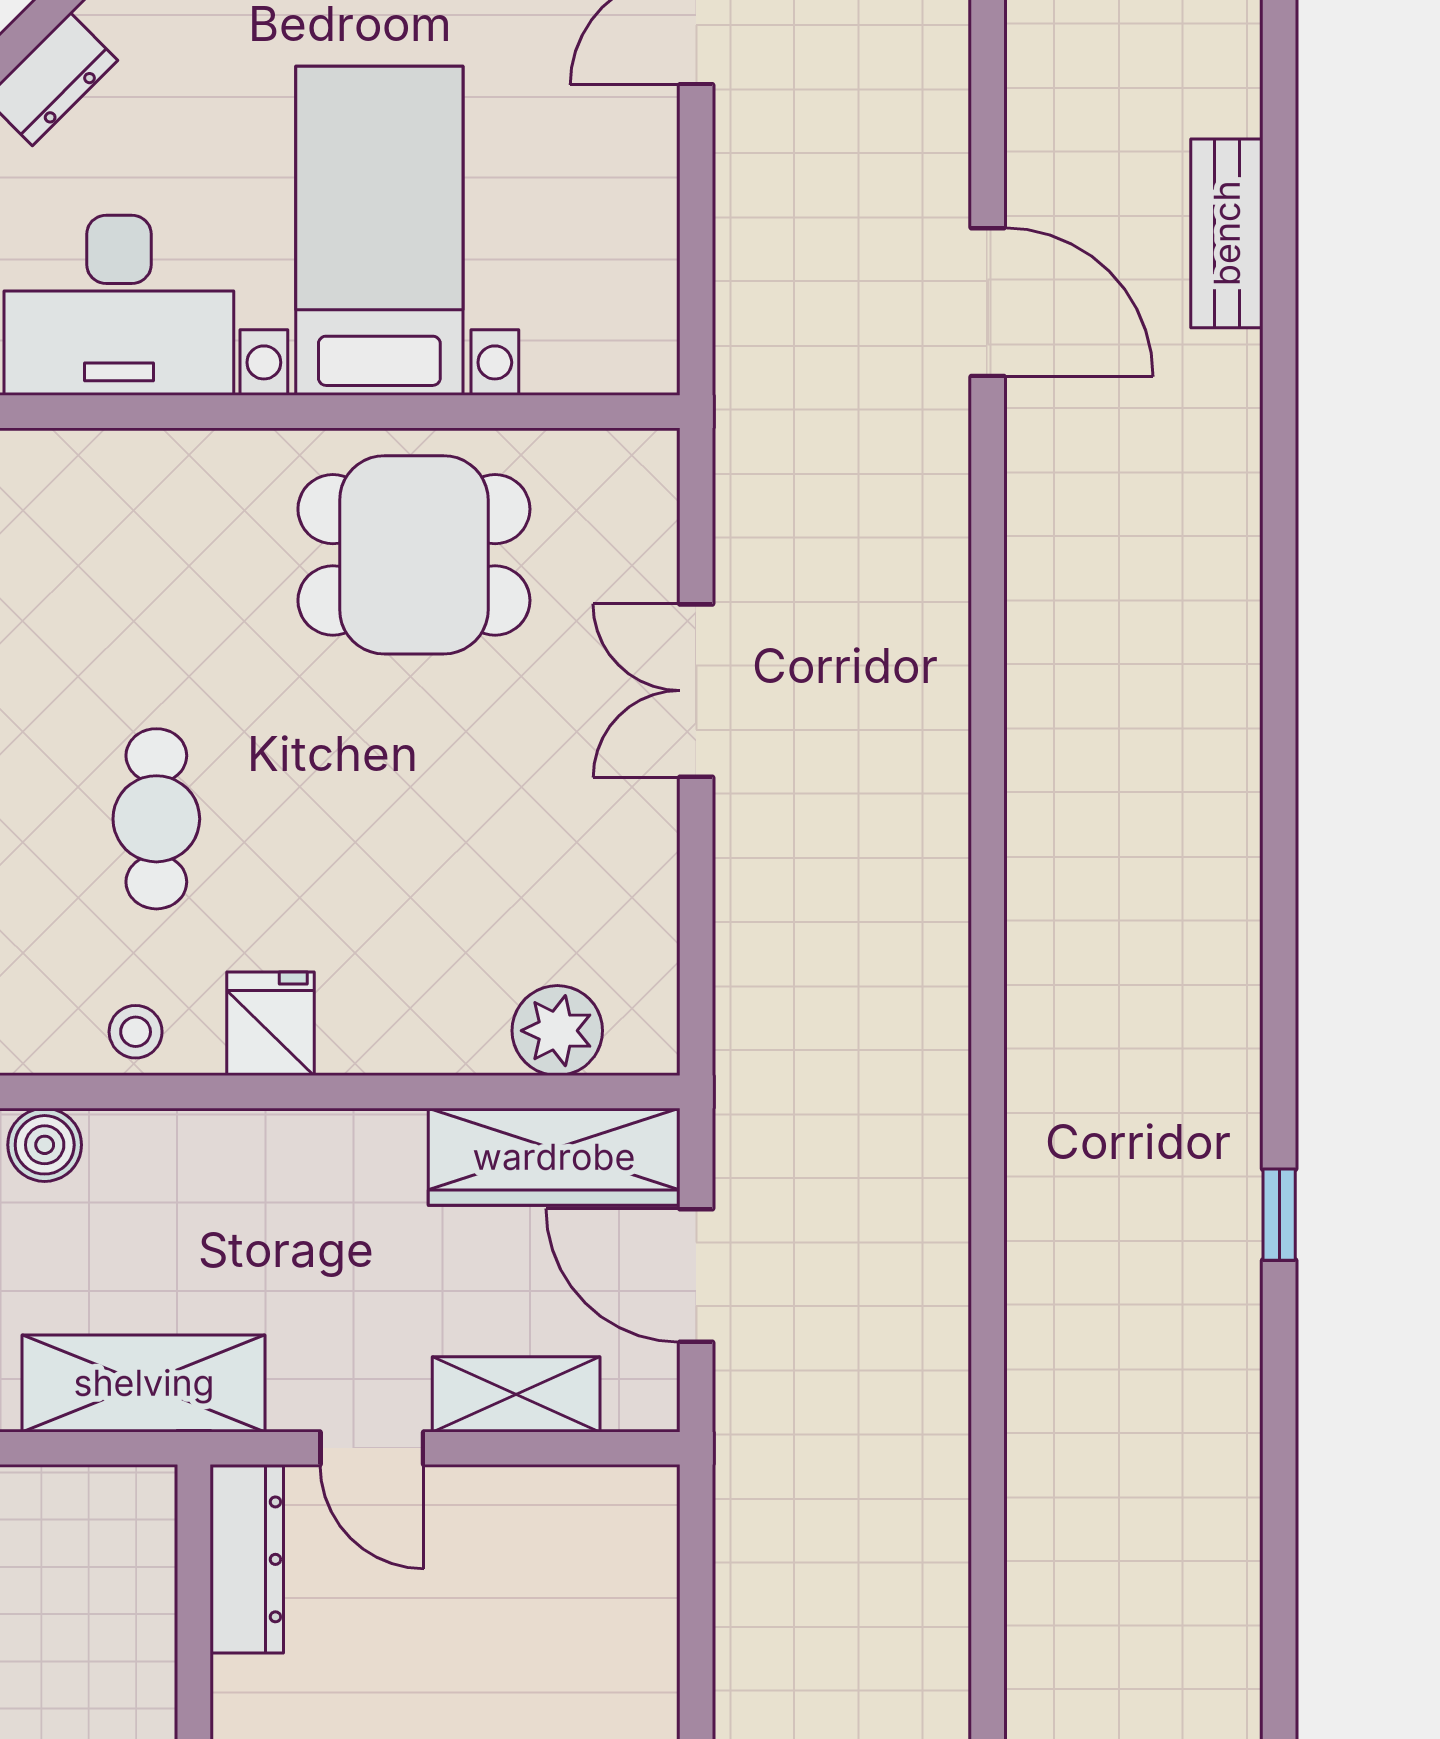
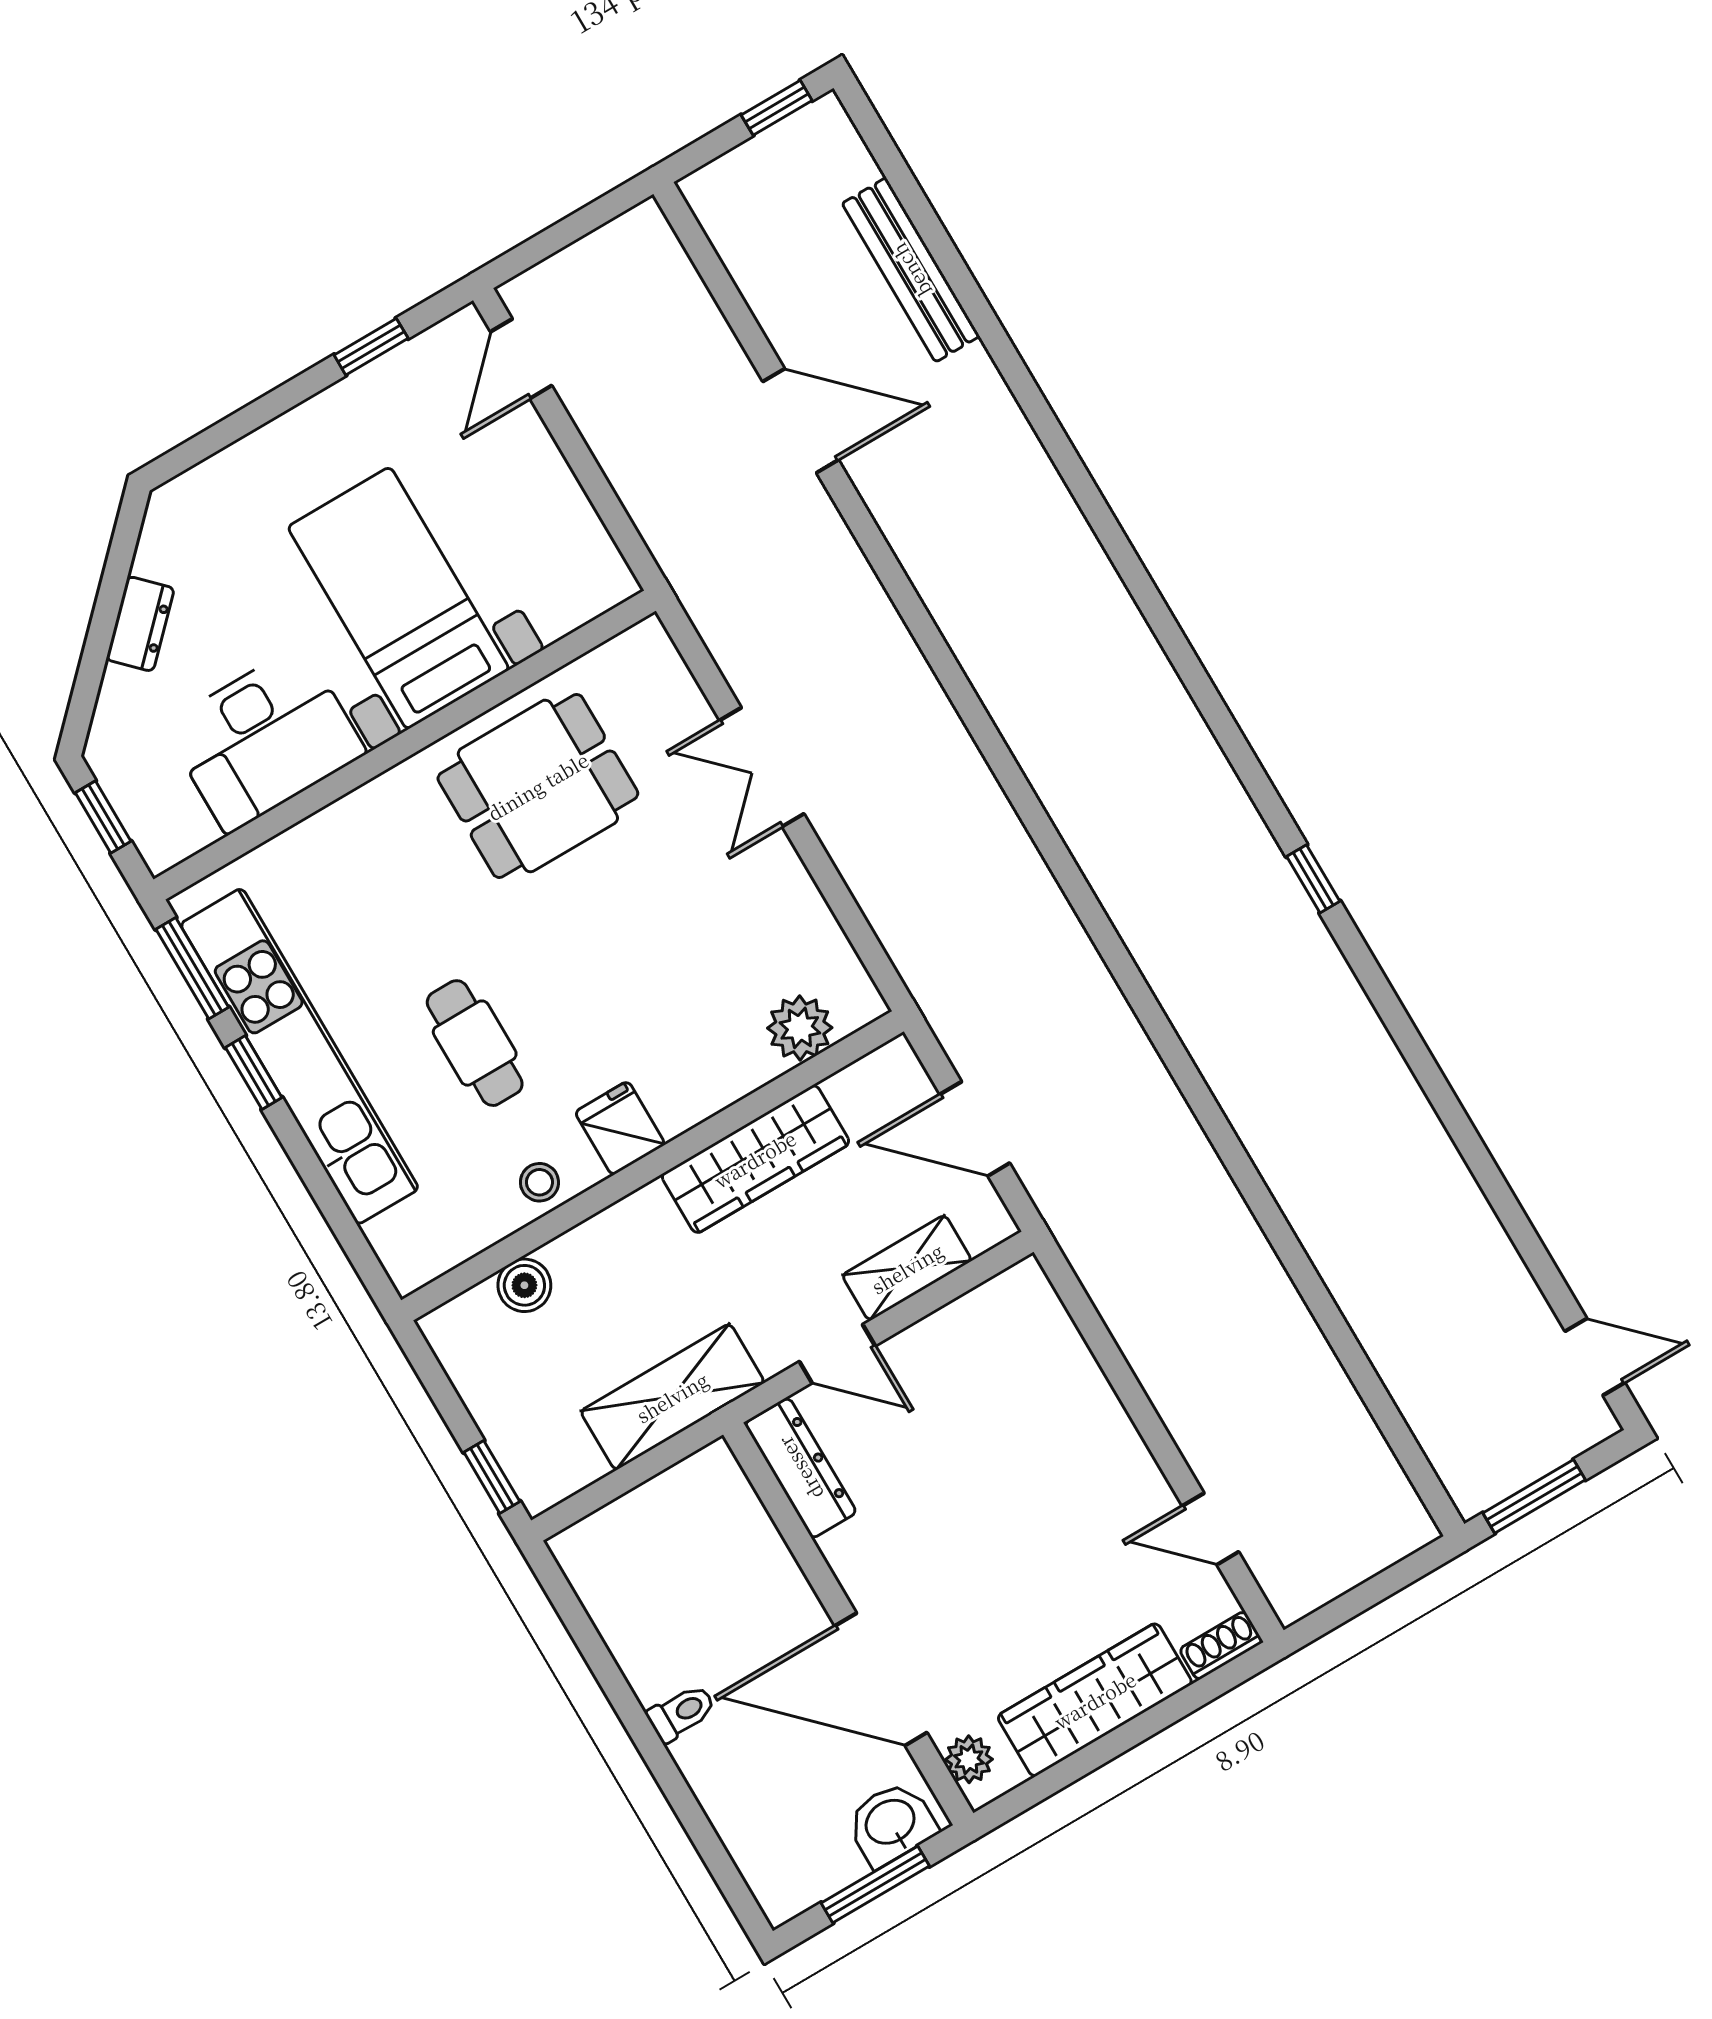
bench: (1227, 233) -> (911, 270), width x1.36
wardrobe: (554, 1157) -> (755, 1159), moved

